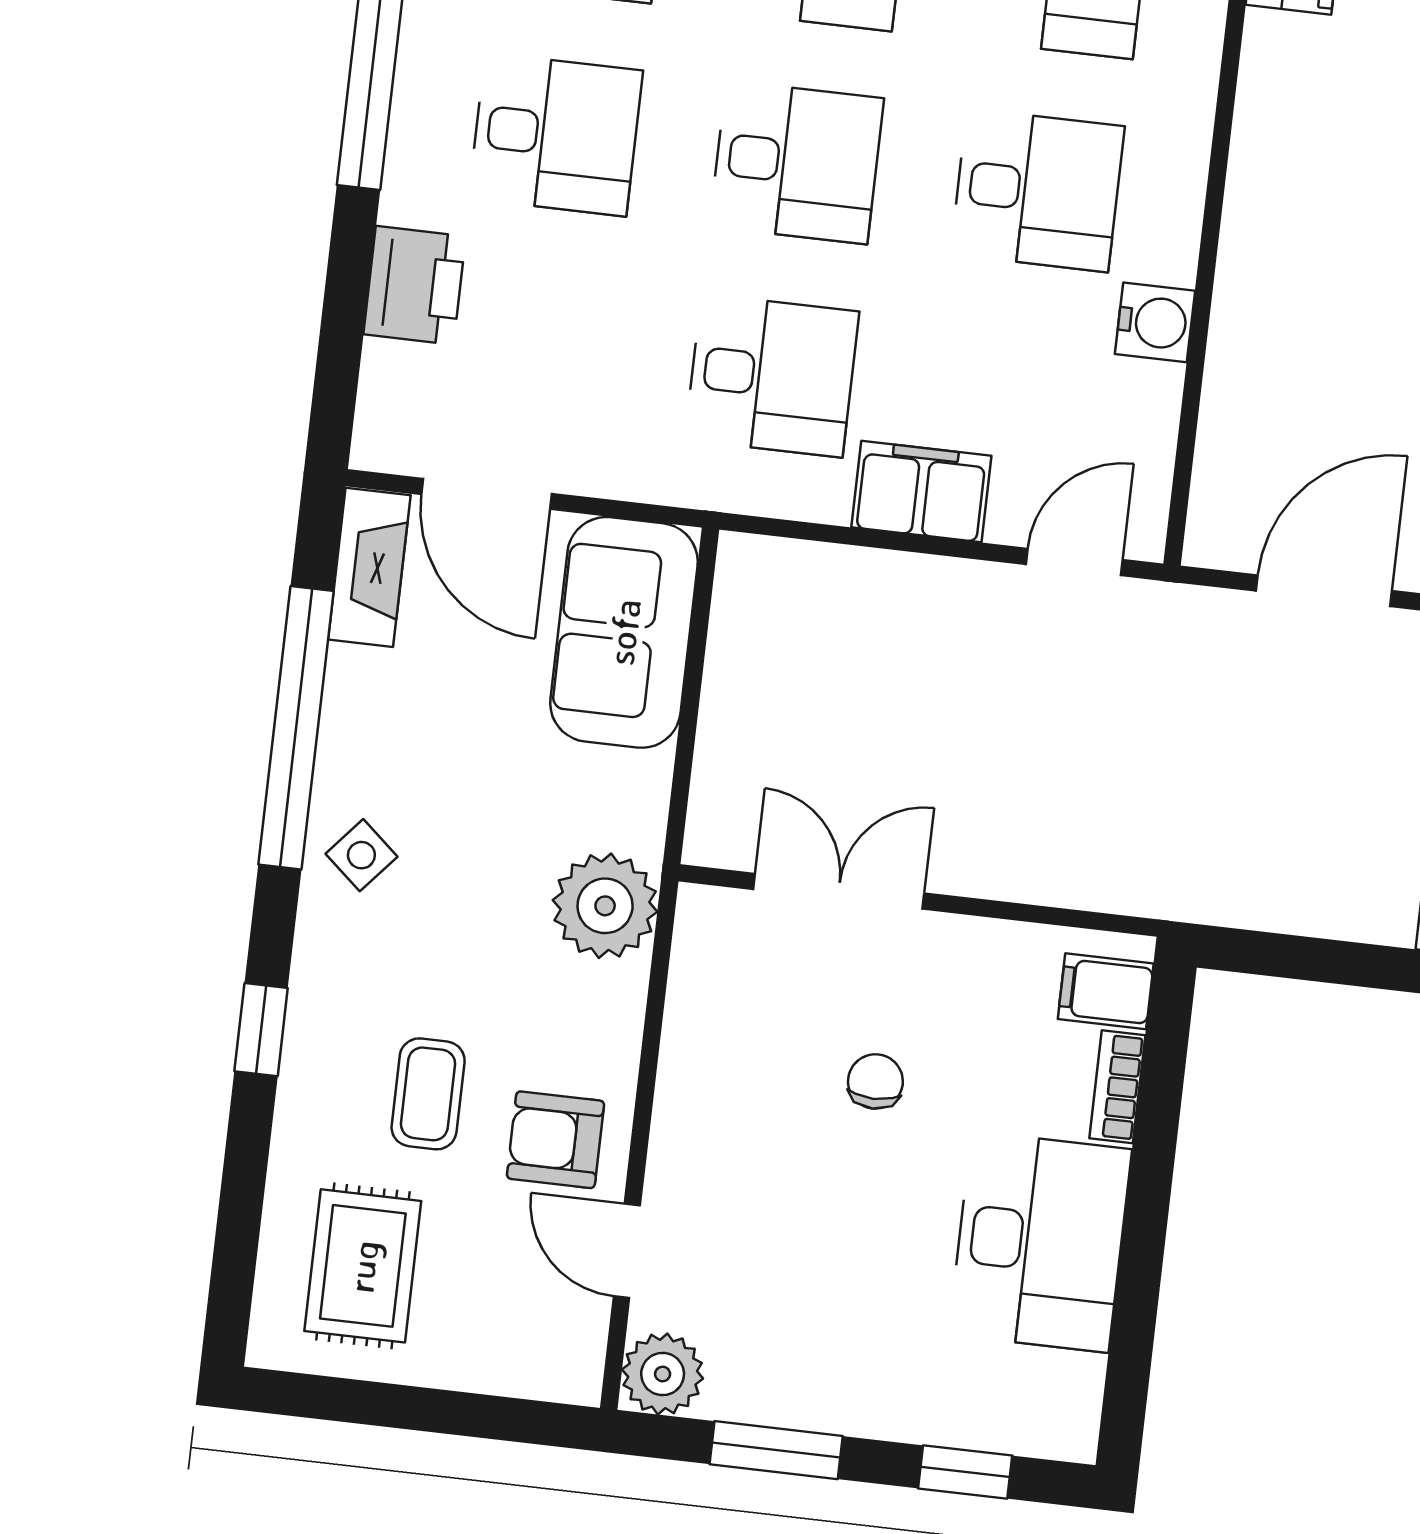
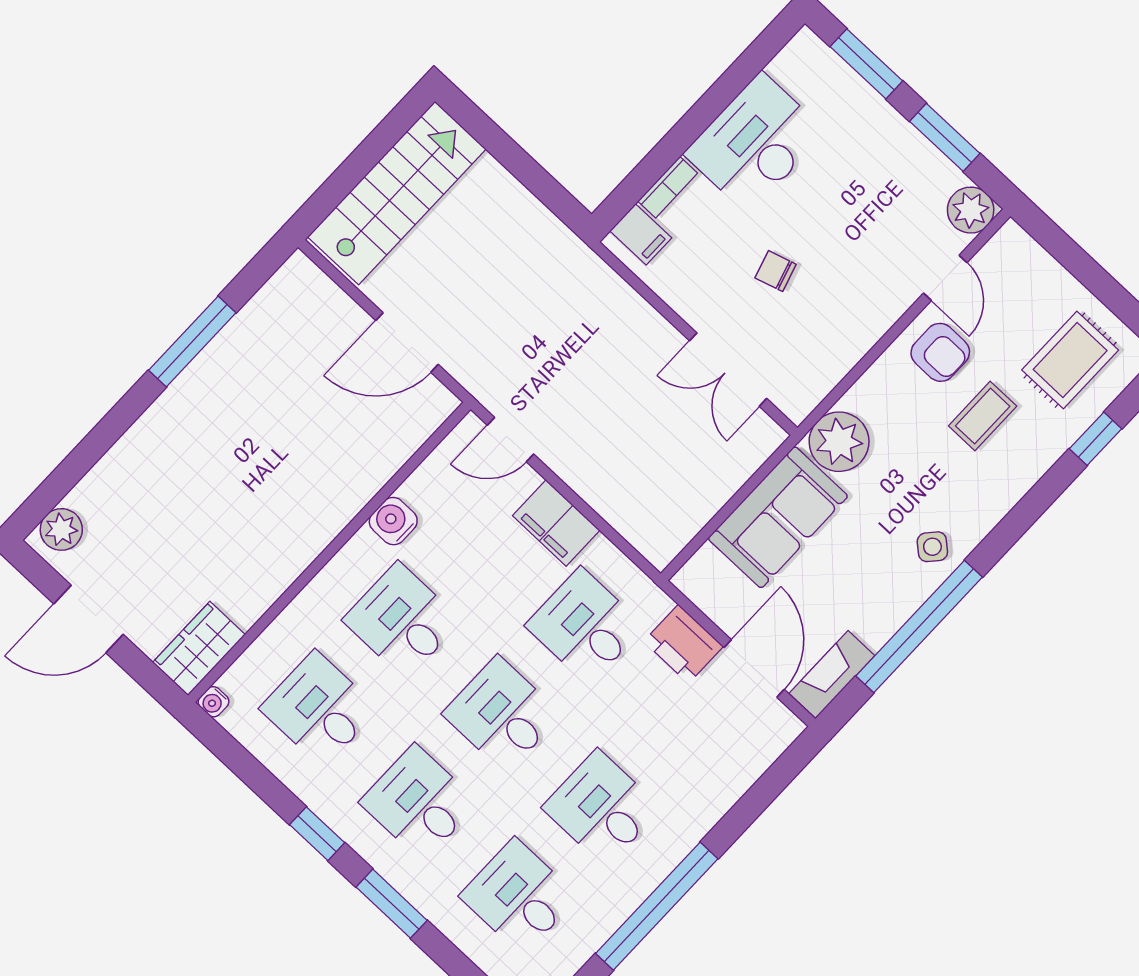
printer: (415, 285) -> (684, 644), moved, turned -90
sofa: (624, 632) -> (778, 517), moved
window: (261, 1030) -> (1096, 439), moved
chair: (875, 1081) -> (776, 271), turned 73
window: (965, 1472) -> (866, 64), width x1.50

